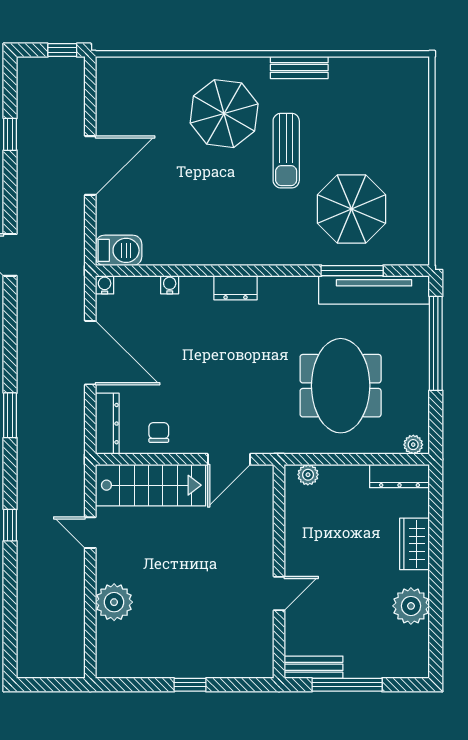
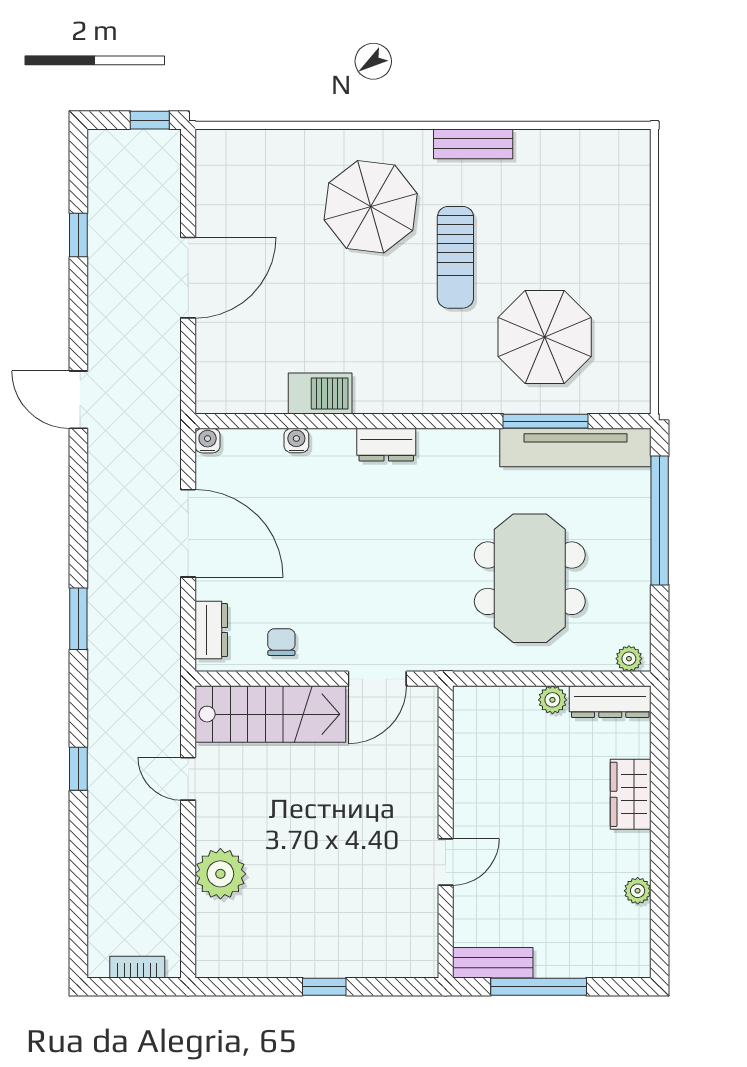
barbecue: (119, 250) -> (320, 394), moved
dresser: (107, 424) -> (211, 630), width x0.70
plant: (308, 475) -> (552, 700), moved
plant: (411, 606) -> (638, 891), width x0.53, depth x0.53
bookcase: (53, 670) -> (137, 967), added

